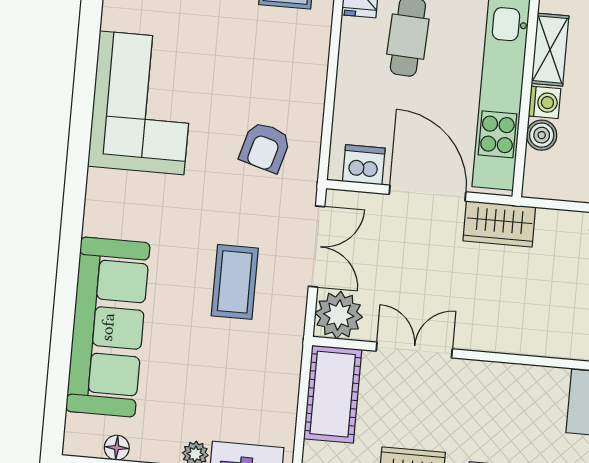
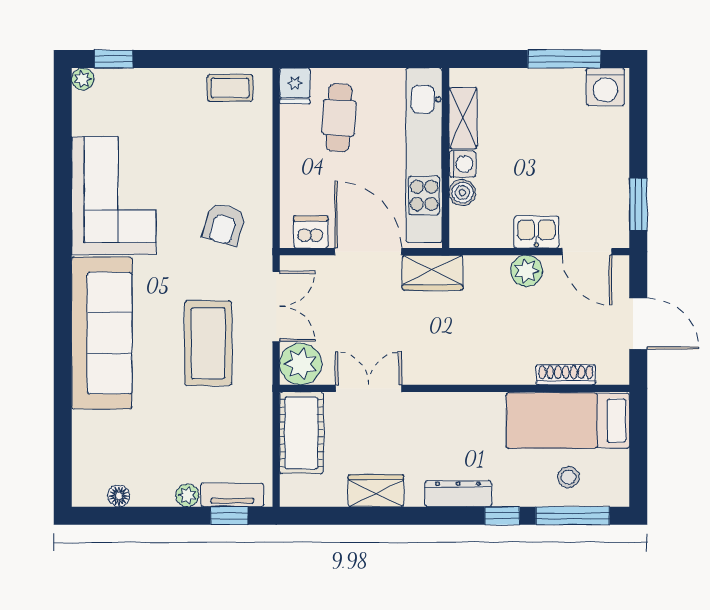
coffee table: (235, 282) -> (208, 343), width x1.36, depth x1.32
sofa: (108, 327) -> (102, 333), moved

